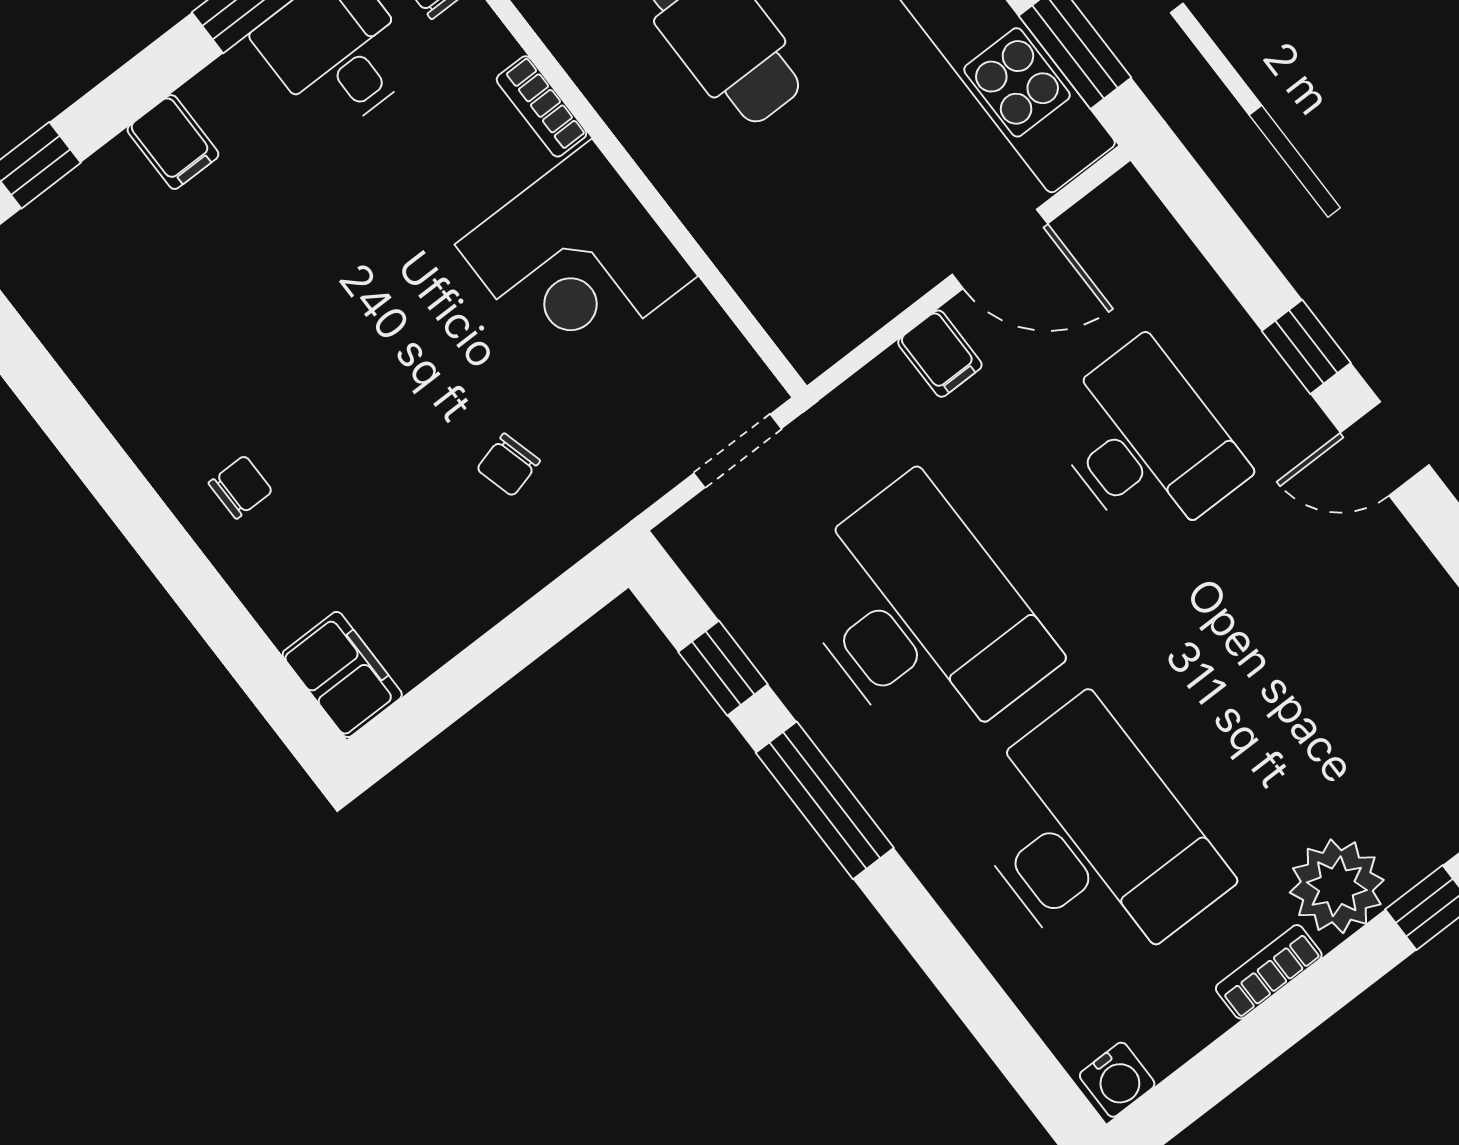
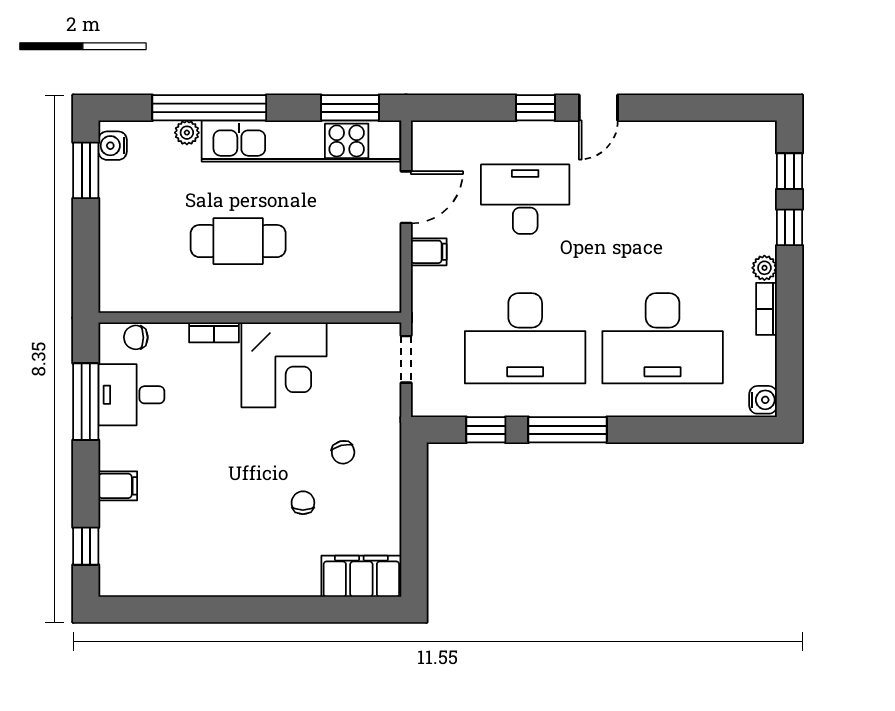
chair: (241, 487) -> (303, 503), moved
desk: (920, 618) -> (525, 338), turned 180
filing cabinet: (342, 675) -> (361, 576), width x1.50, depth x1.17
desk: (1091, 840) -> (663, 338), turned 180
plant: (1337, 886) -> (764, 268), width x0.53, depth x0.53

